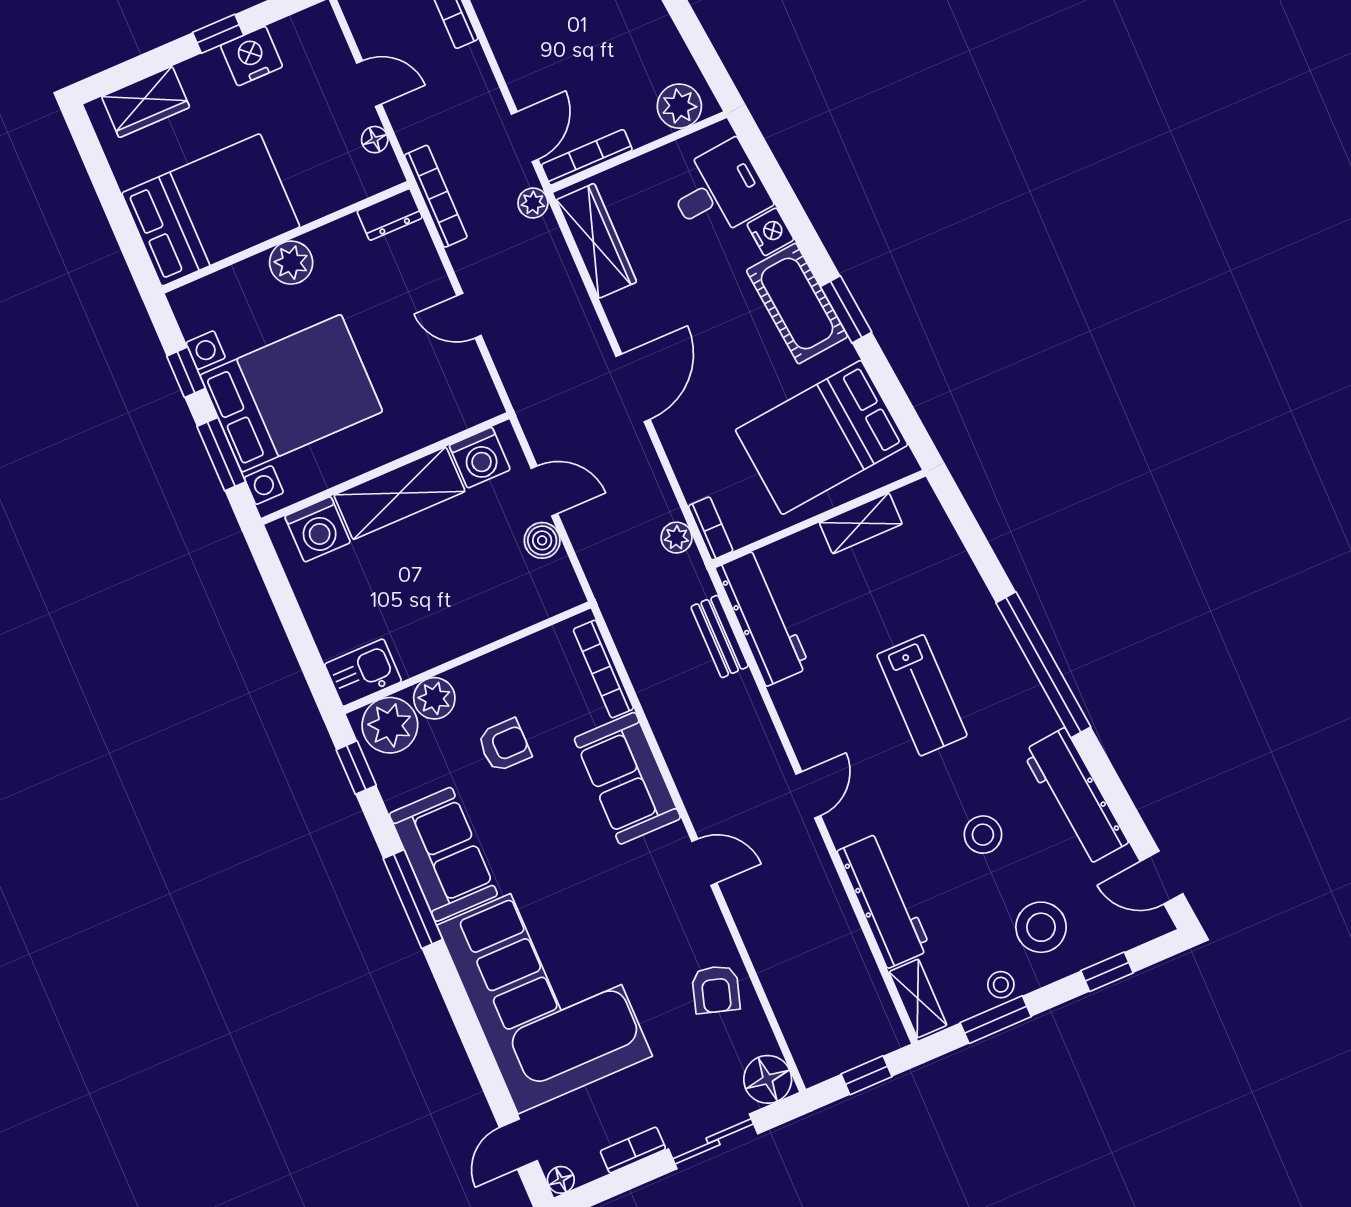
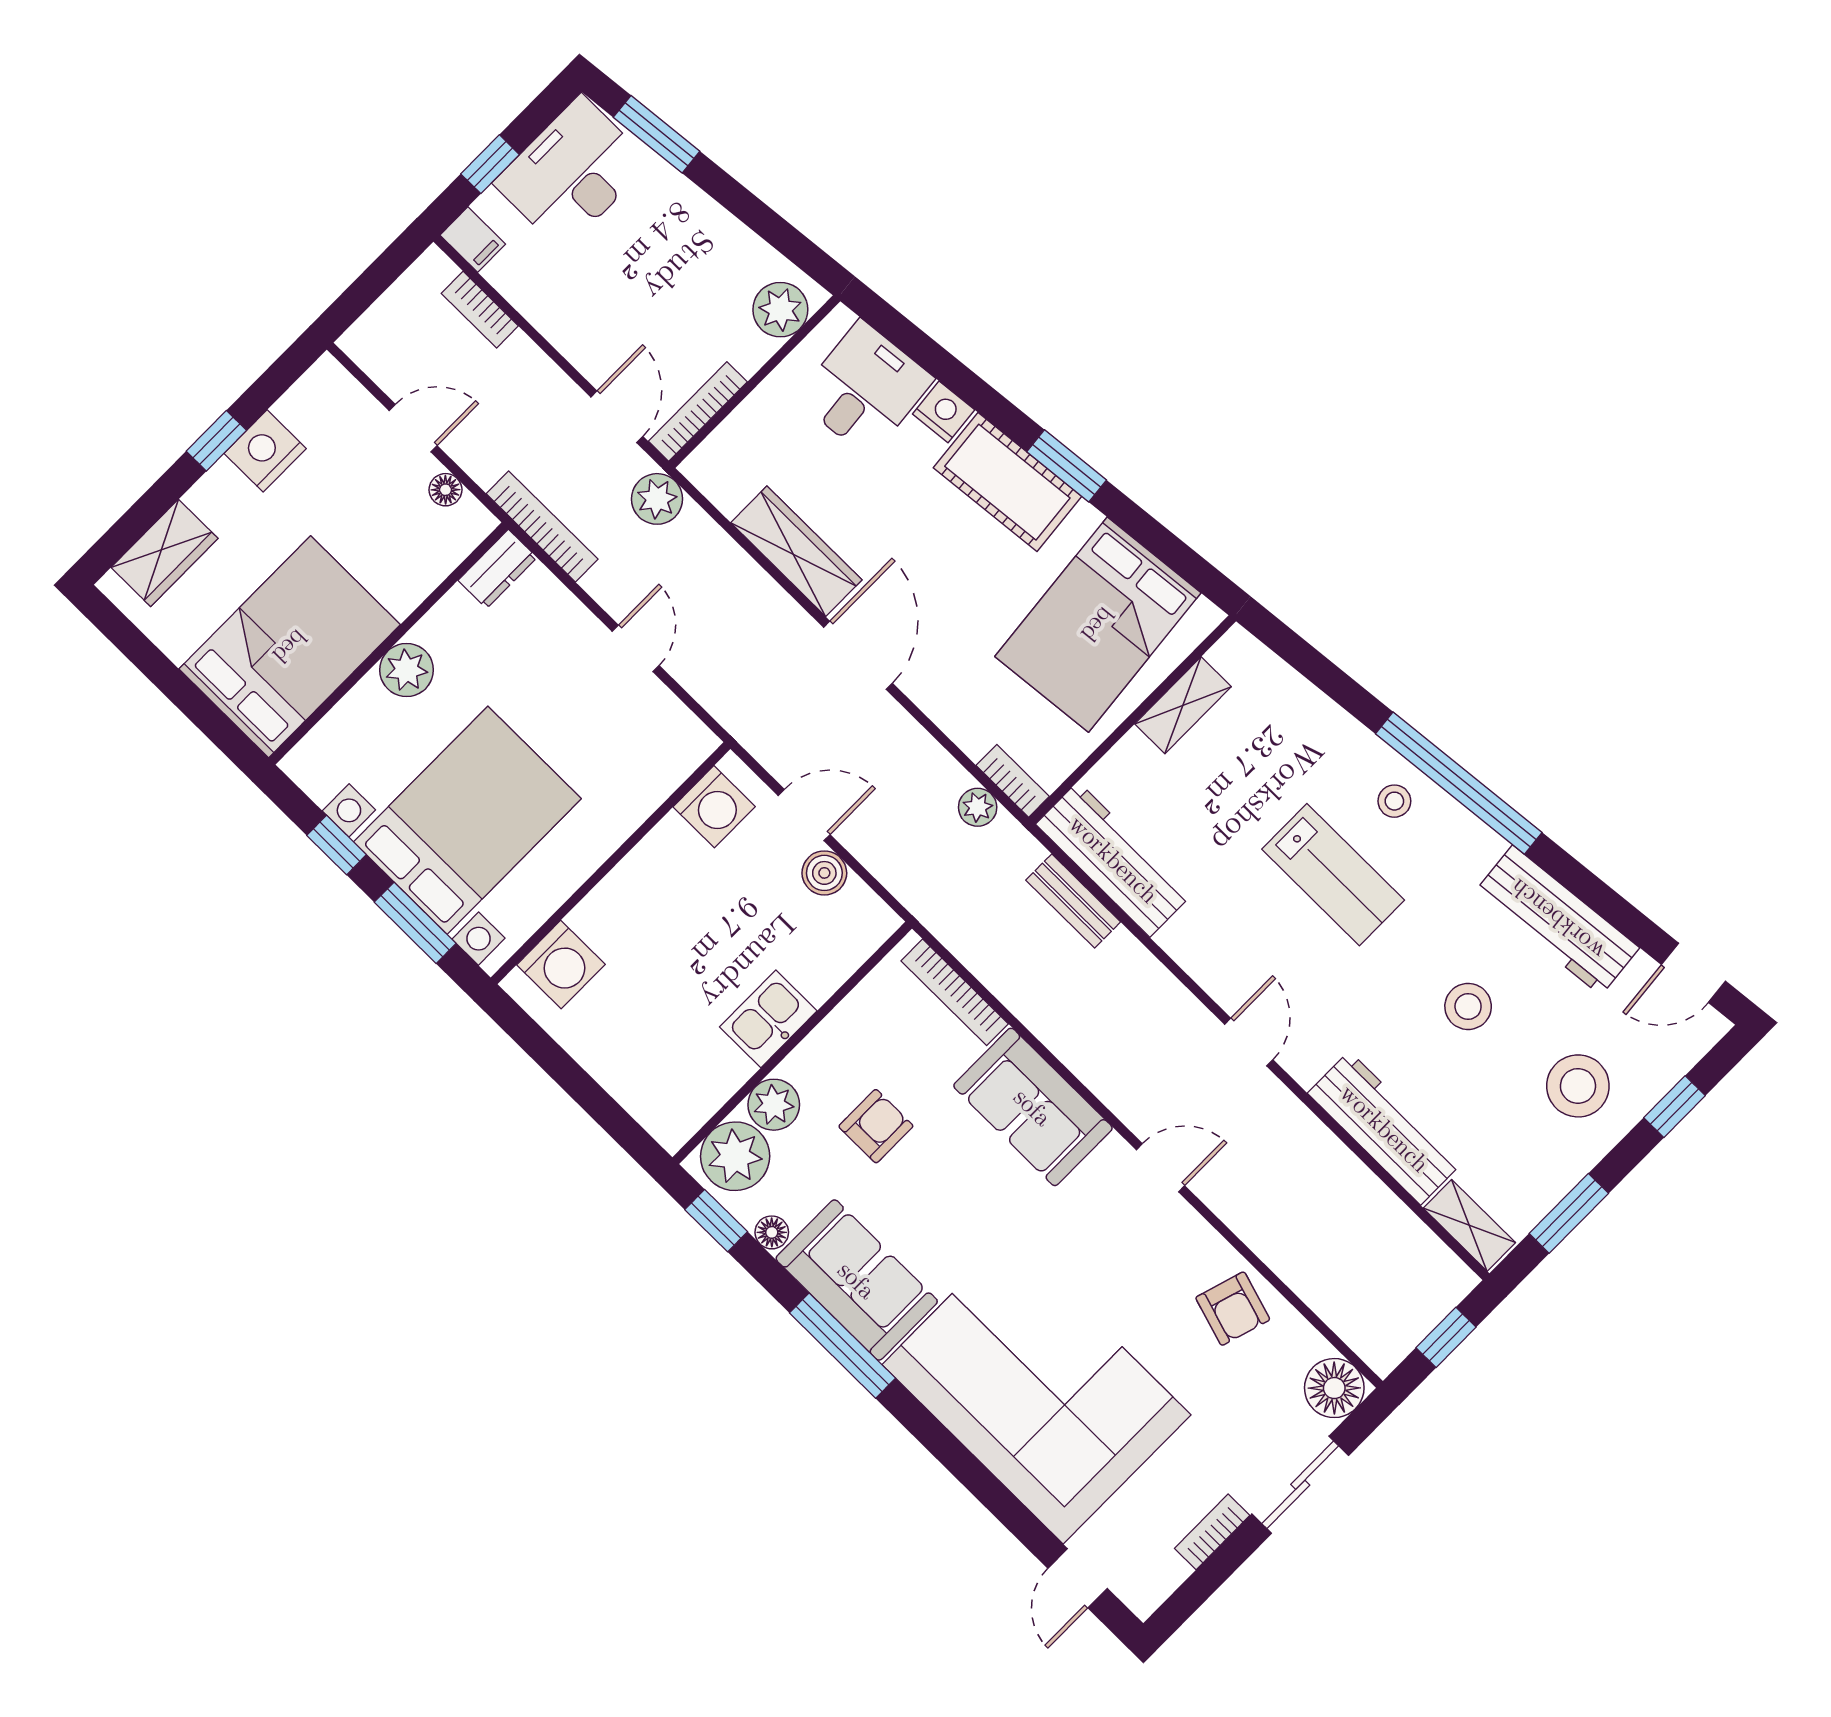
plant: (533, 203) -> (657, 499), width x1.38, depth x1.38
wardrobe: (596, 241) -> (796, 551), moved
door: (469, 316) -> (636, 648), swing flipped
shelving: (399, 493) -> (638, 885), removed
kitchen sink: (363, 673) -> (768, 1019), moved
stool: (1001, 985) -> (1394, 801), moved
floor lamp: (561, 1180) -> (772, 1232), moved

